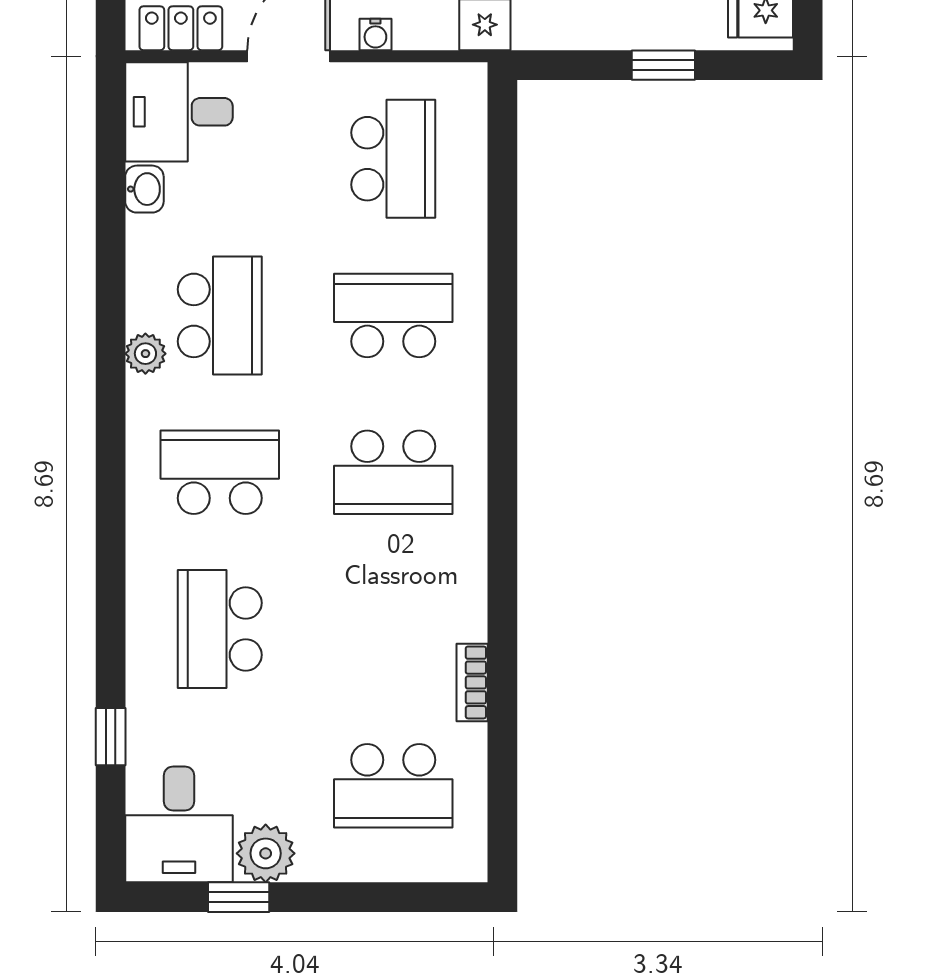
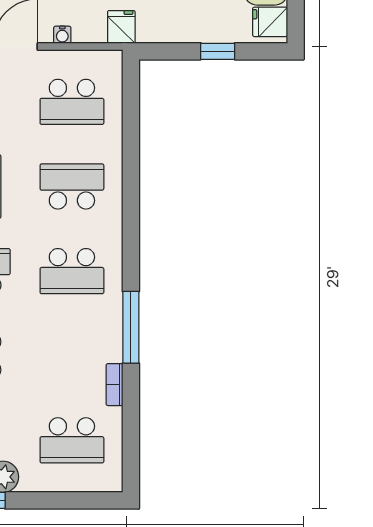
school desk: (393, 159) -> (72, 102), turned 90
window: (502, 576) -> (131, 327), added

